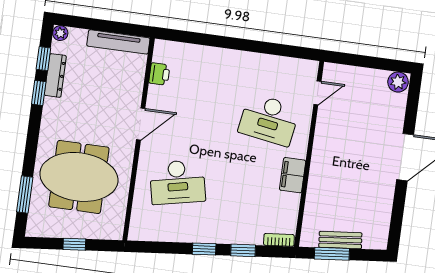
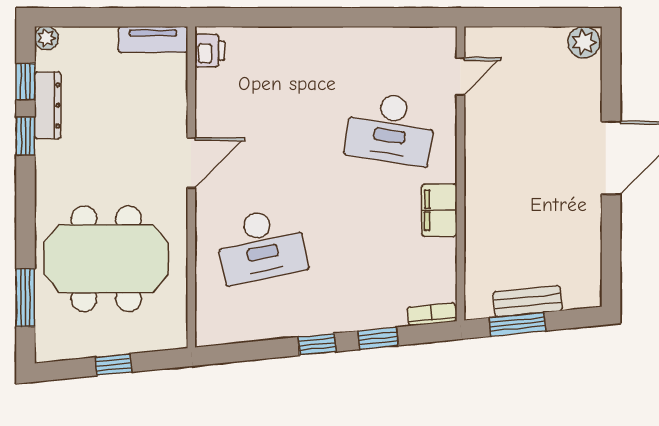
tv unit: (118, 42) -> (153, 39), width x0.71
printer: (159, 74) -> (210, 50), moved

